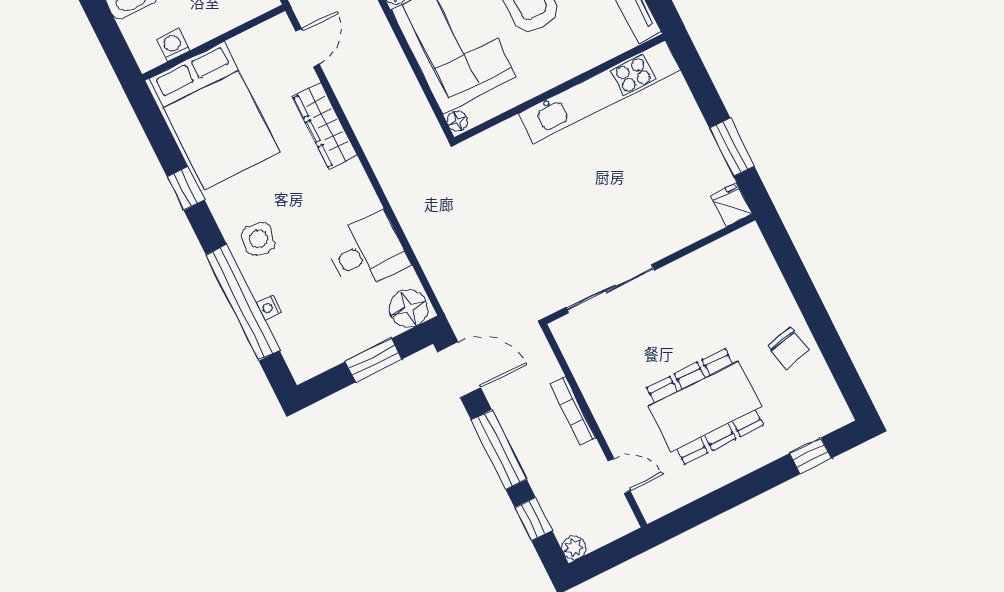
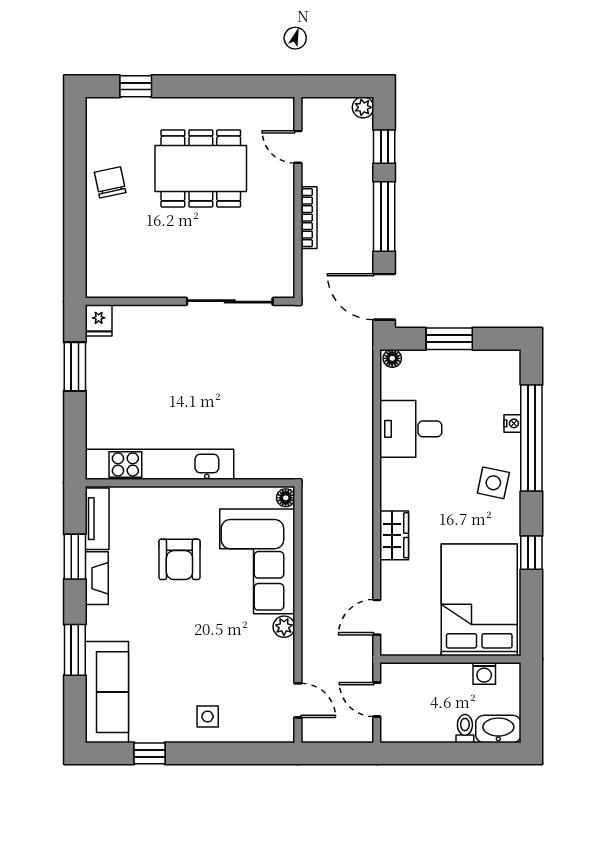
wardrobe: (325, 125) -> (394, 535), width x0.67
floor lamp: (409, 309) -> (392, 358), width x0.53, depth x0.53

